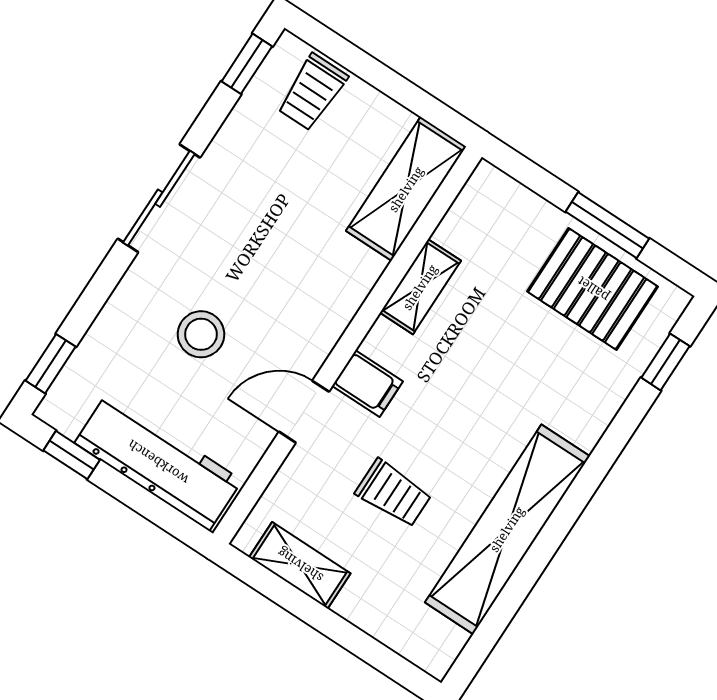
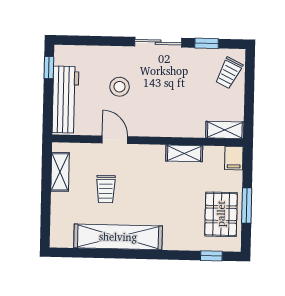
window: (247, 64) -> (207, 43), moved
trolley: (312, 92) -> (229, 73), turned -64
shelving: (406, 189) -> (225, 130), width x0.67, depth x0.75
window: (51, 364) -> (76, 40), removed
filing cabinet: (367, 384) -> (234, 158), moved

